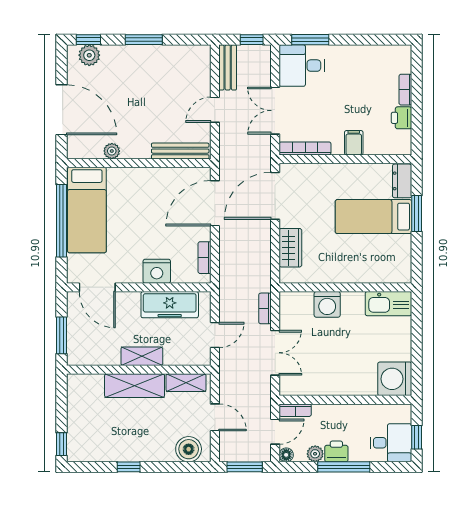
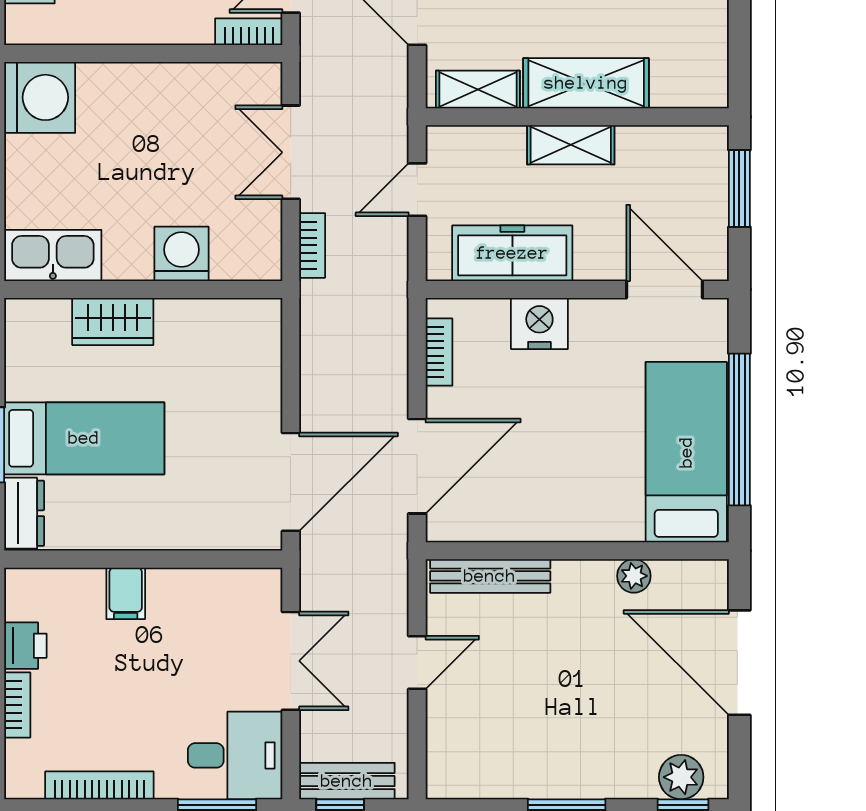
bench: (228, 67) -> (347, 781), moved, turned 90
bookcase: (305, 148) -> (99, 785), moved, turned 180
wardrobe: (290, 248) -> (113, 321), moved, turned -90

